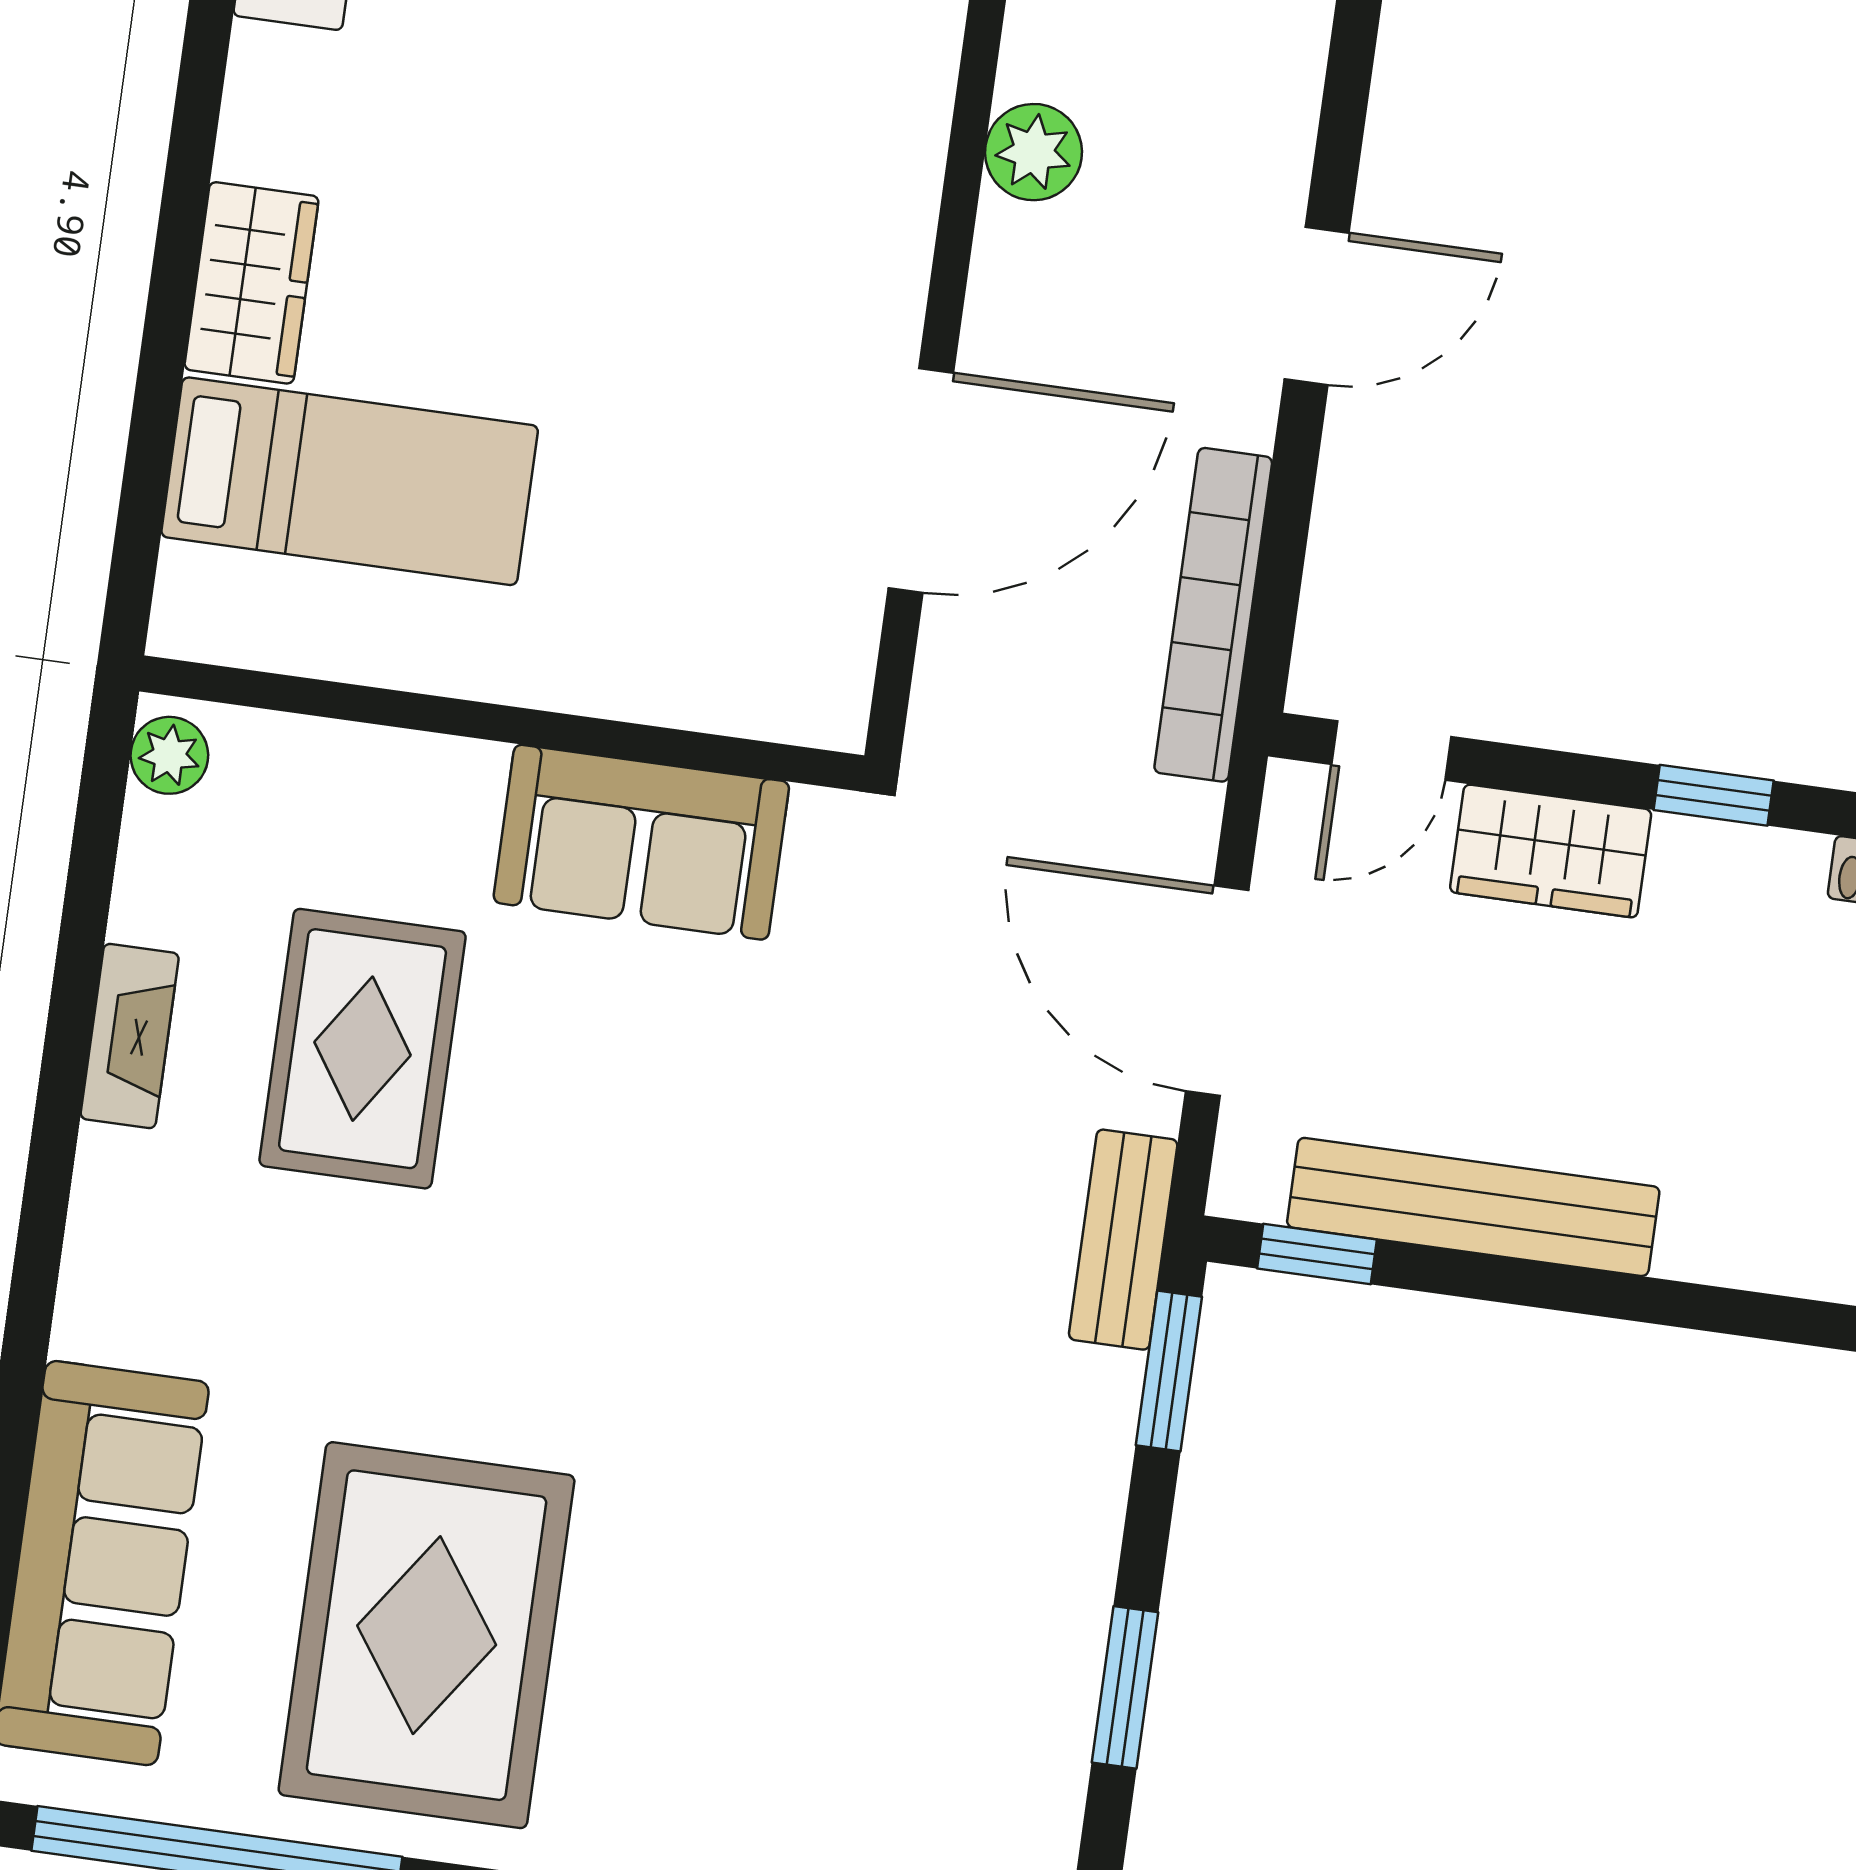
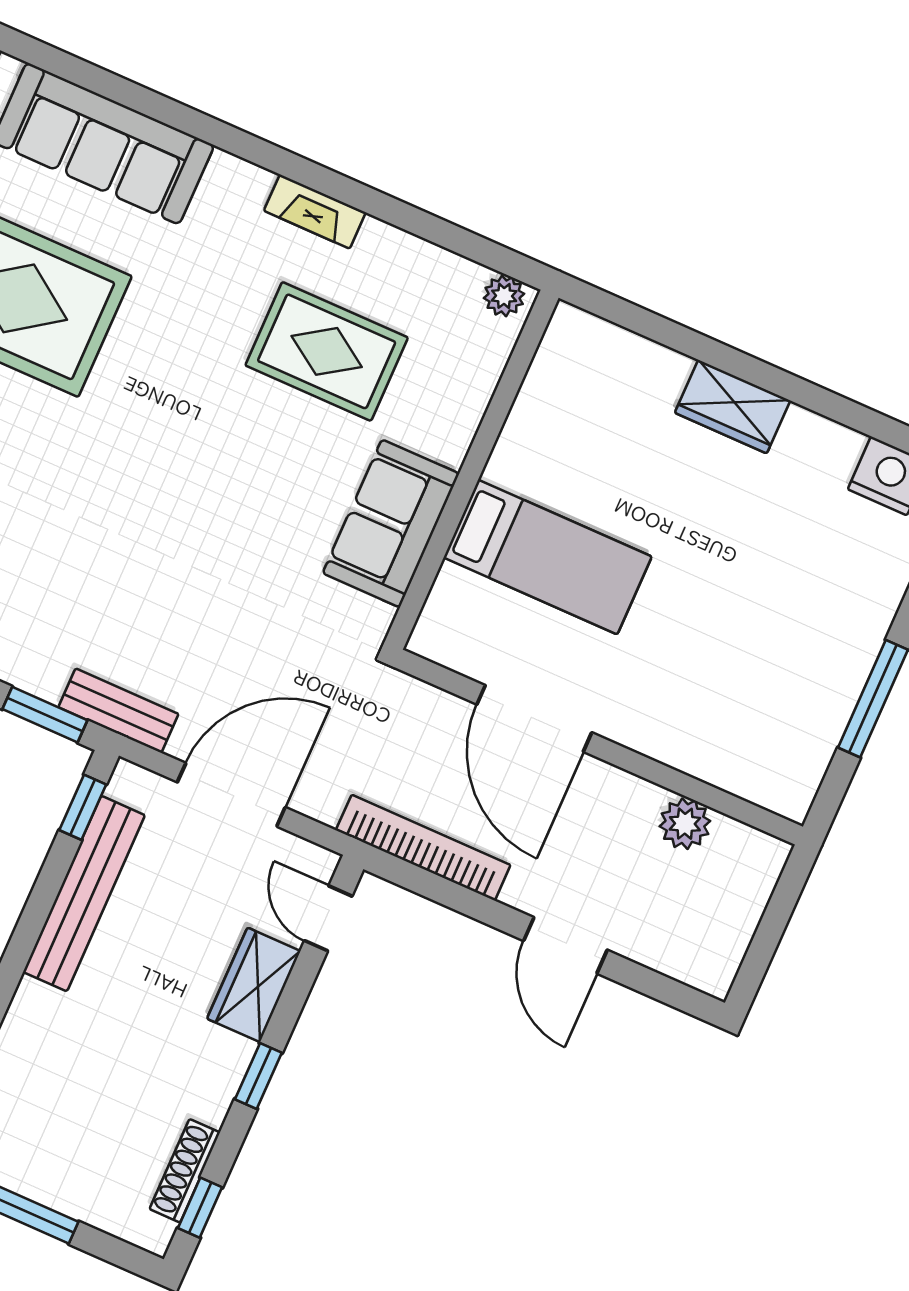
bed: (350, 481) -> (548, 557), moved, turned -90
fireplace: (130, 1036) -> (315, 212), moved

